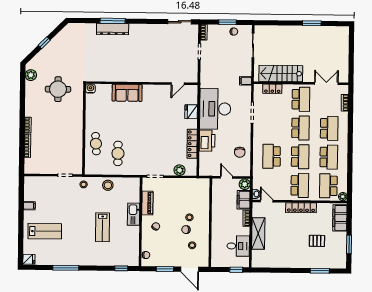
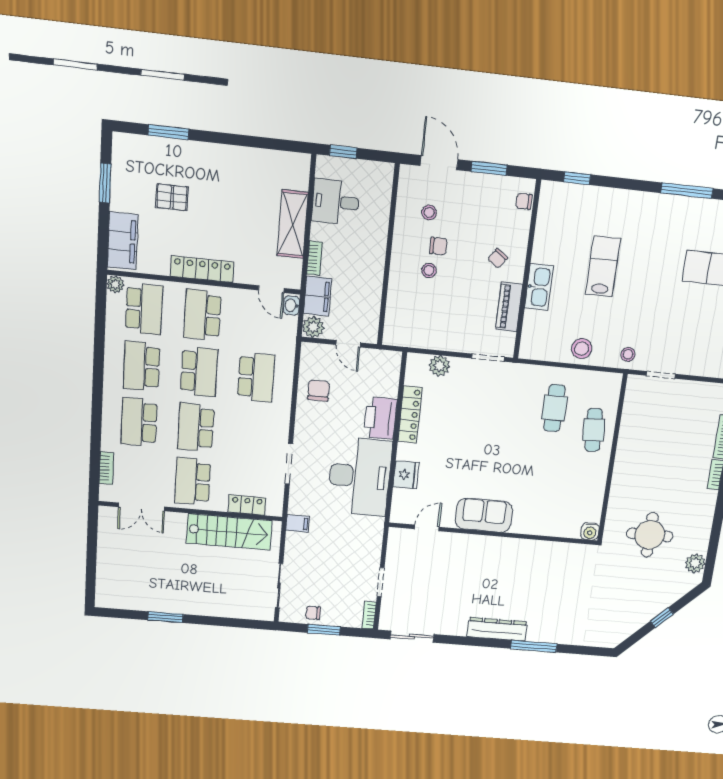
dresser: (113, 29) -> (497, 629), moved
sofa: (127, 93) -> (484, 515), moved
school desk: (300, 157) -> (199, 372), turned 180

